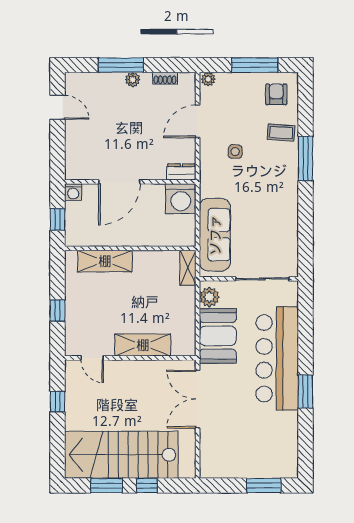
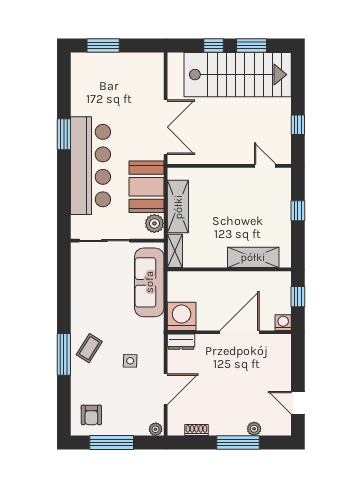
plant: (133, 80) -> (254, 429), moved
coffee table: (281, 133) -> (89, 348), moved, turned -62
shelving: (143, 345) -> (178, 207), moved, turned 90

